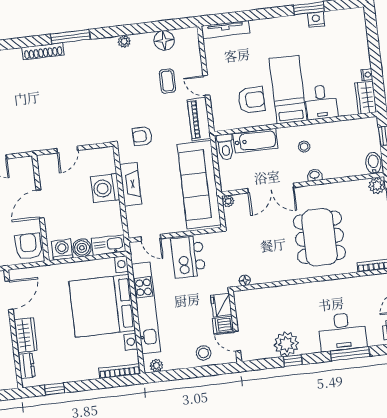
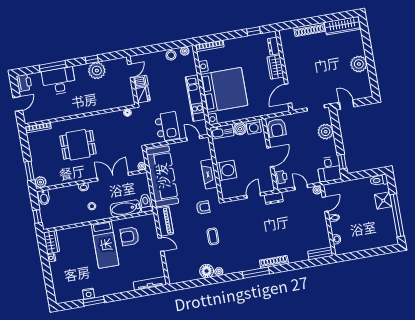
floor lamp: (164, 40) -> (207, 271), moved
coffee table: (167, 81) -> (213, 236), moved
desk: (321, 102) -> (82, 237), removed
dresser: (38, 144) -> (274, 198), added
printer: (26, 174) -> (281, 177), added
dining table: (319, 237) -> (78, 145), width x0.73
kitchen unit: (146, 308) -> (195, 98), width x0.73
door: (237, 341) -> (131, 71), hinge flipped
stool: (204, 353) -> (171, 55), moved

